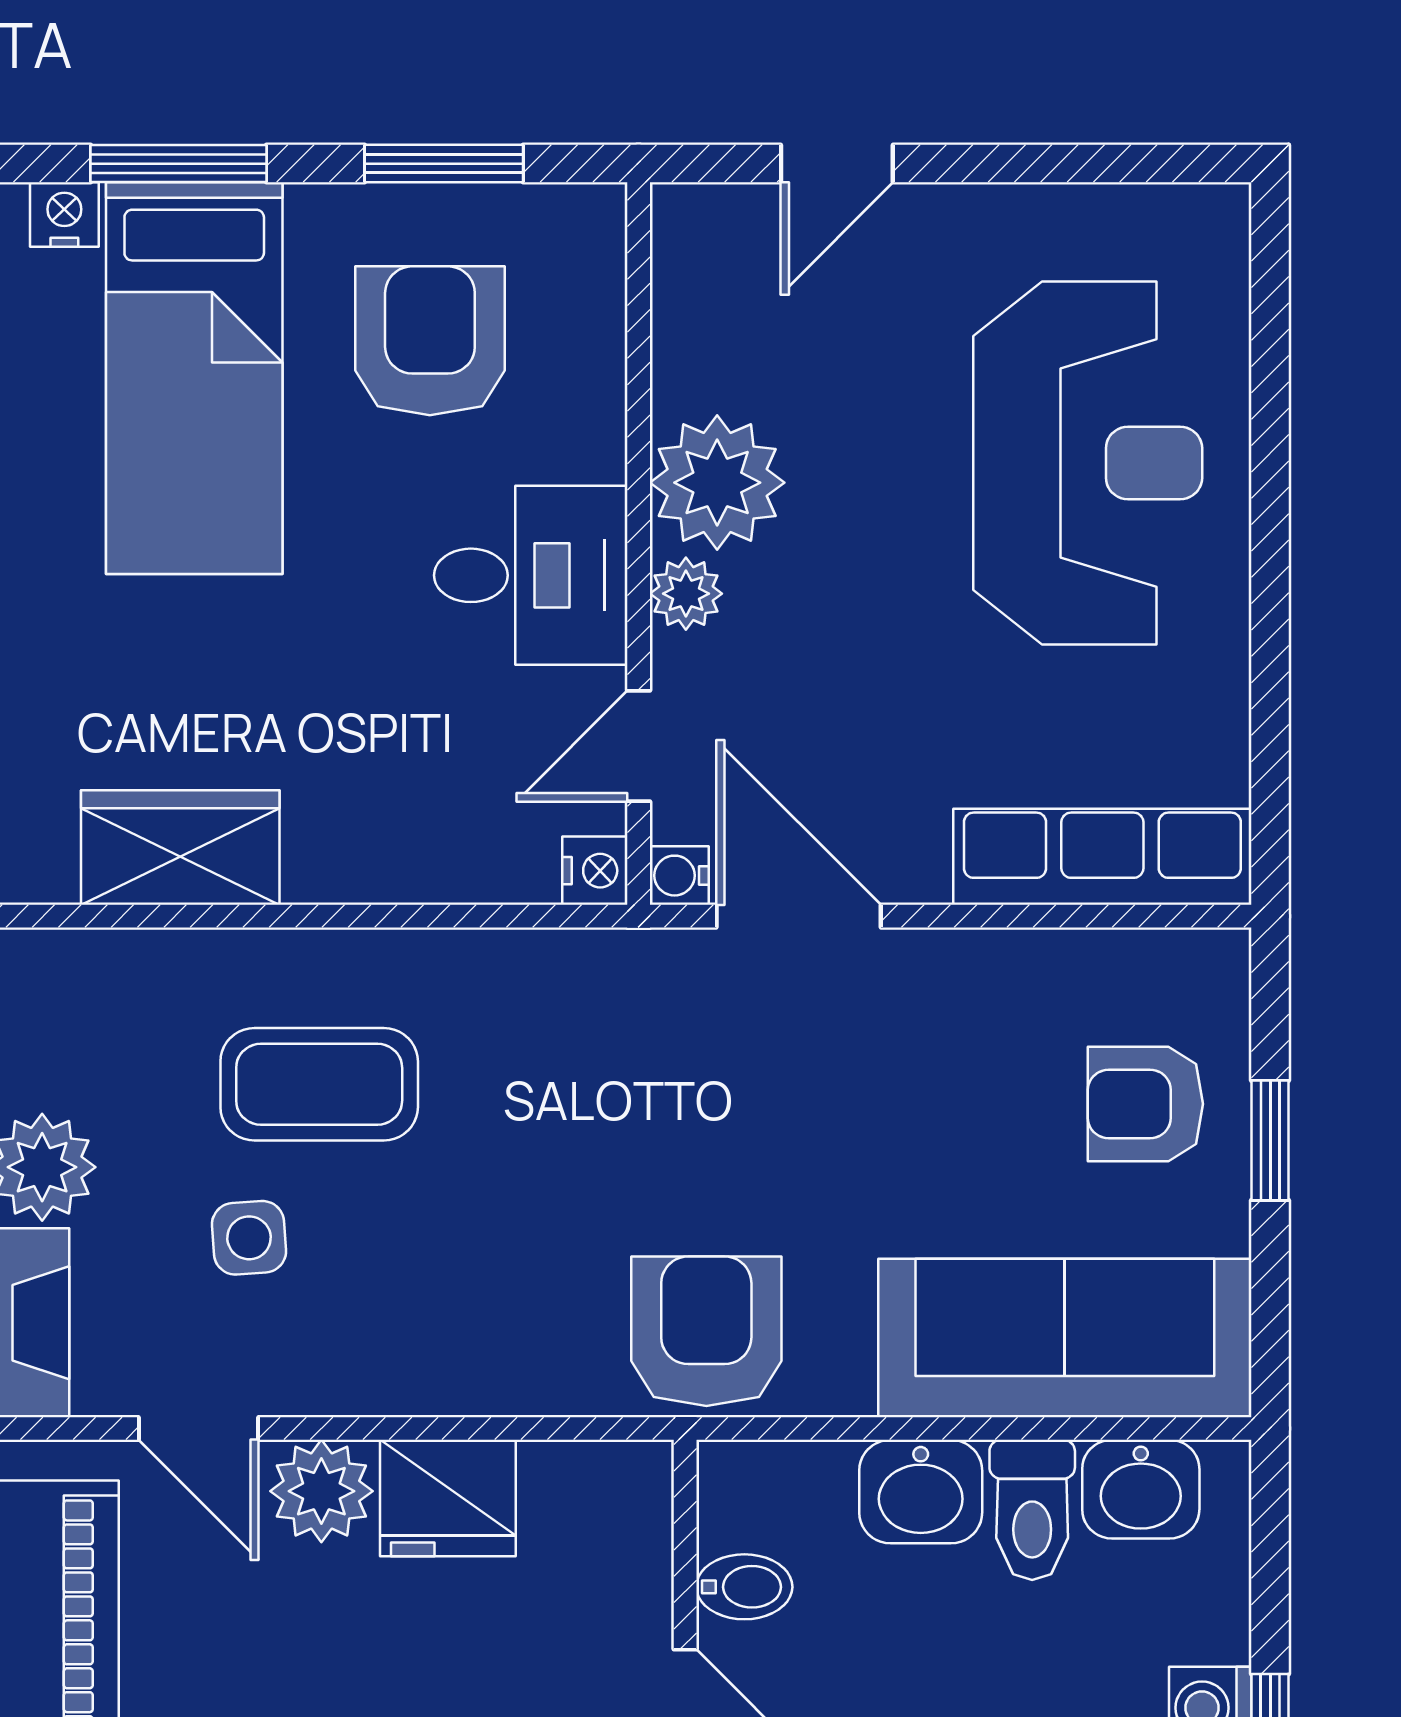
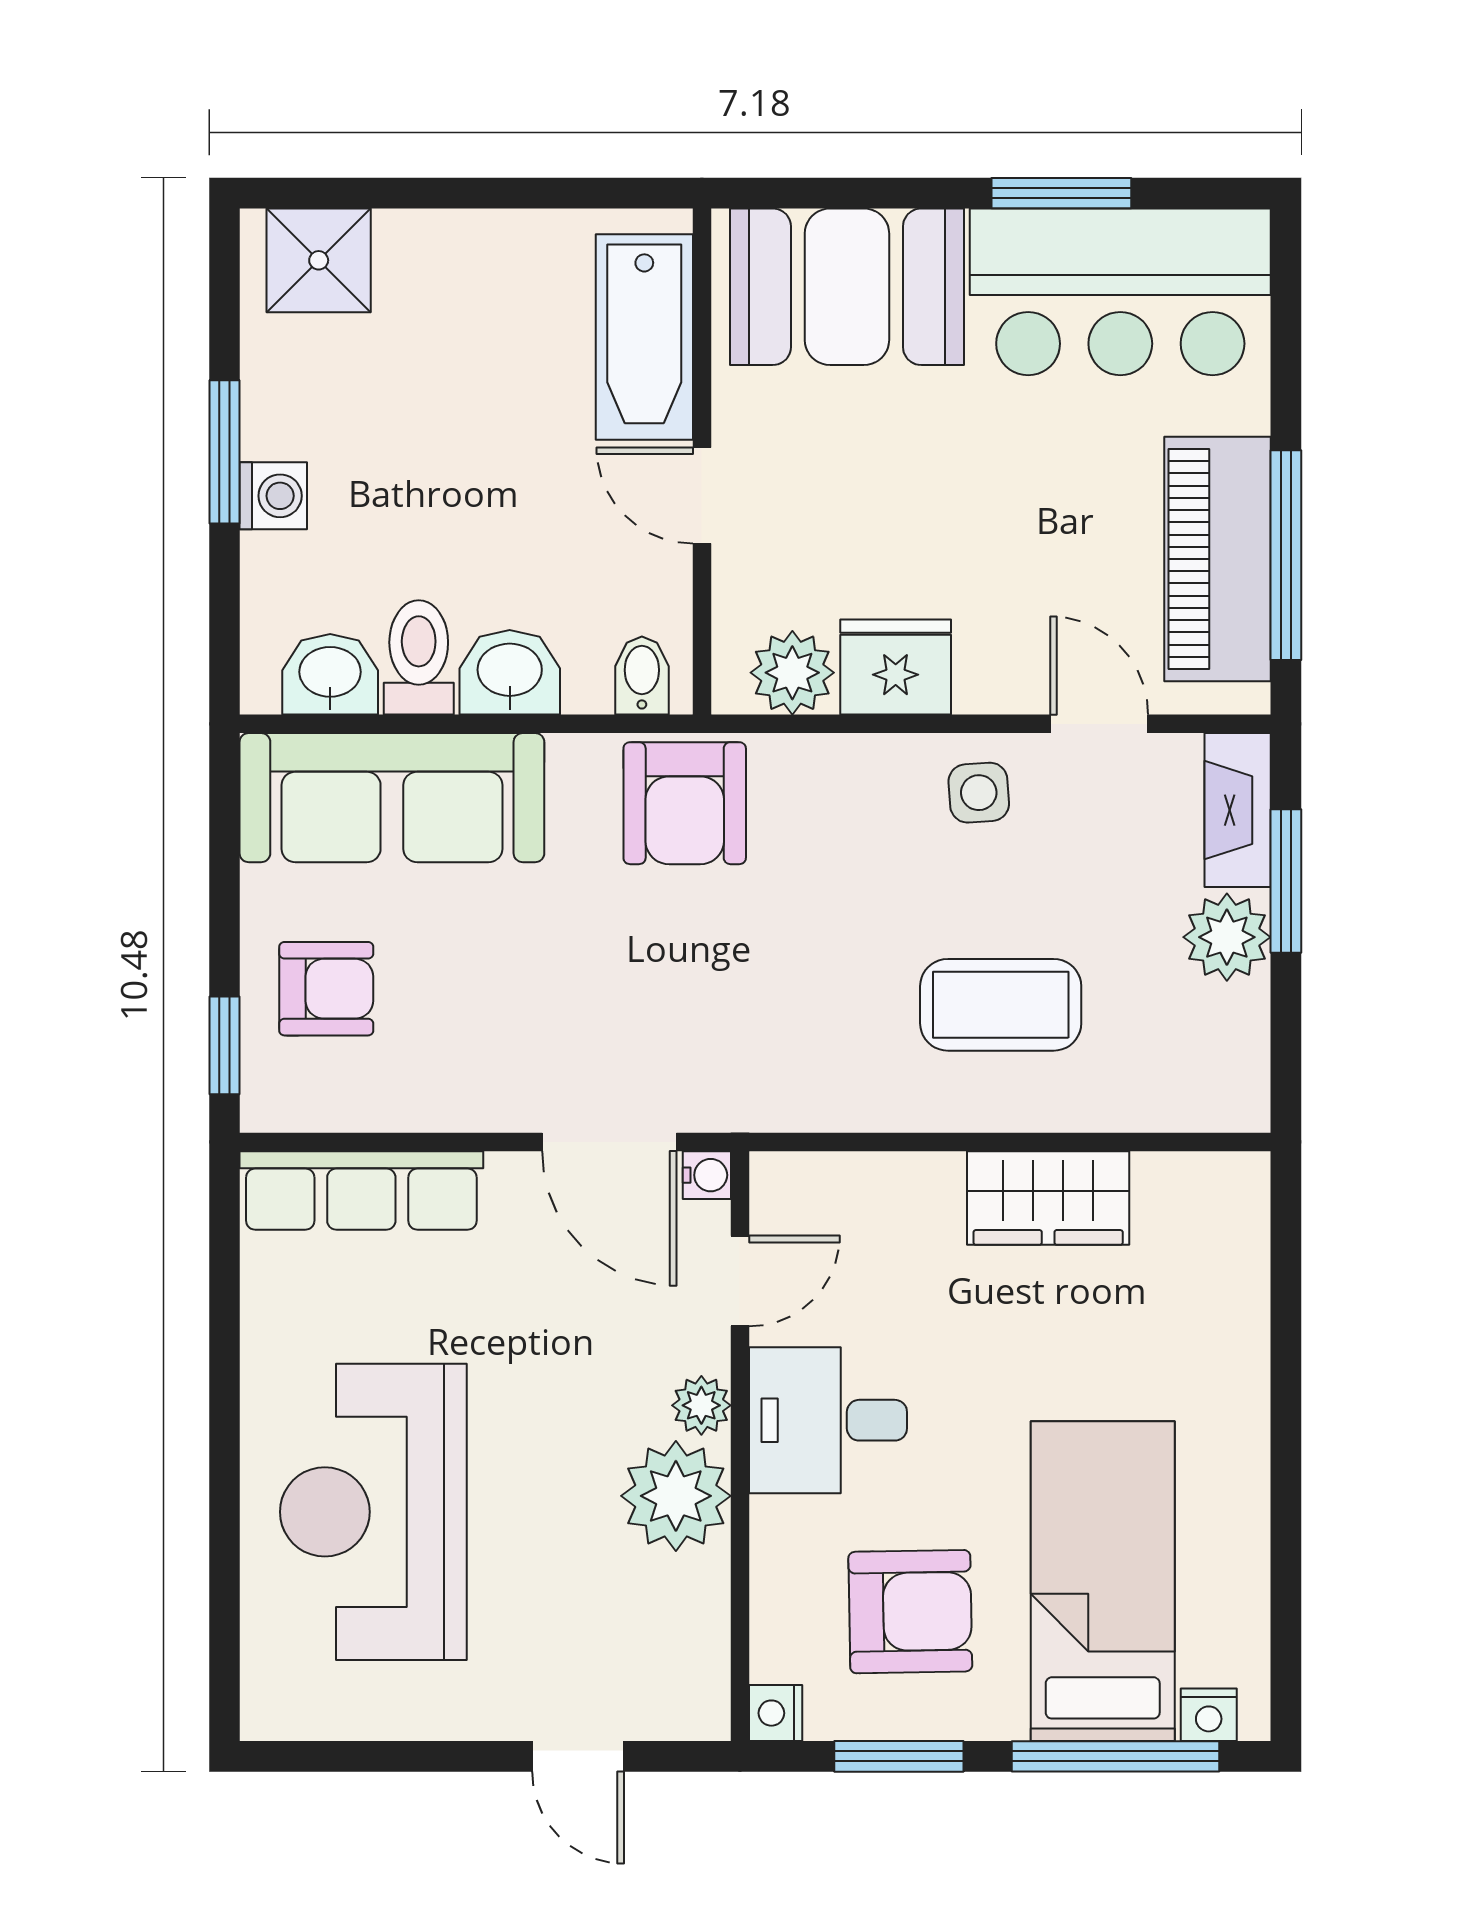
window: (179, 164) -> (1115, 1756), width x1.44
door: (837, 164) -> (578, 1756), swing flipped
armchair: (430, 341) -> (910, 1612), turned -91
wardrobe: (180, 848) -> (1048, 1198), moved
nightstand: (595, 871) -> (776, 1713), moved
window: (1270, 1140) -> (224, 1045), moved
side table: (249, 1238) -> (979, 793), moved
plant: (321, 1491) -> (792, 673), moved
bidet: (744, 1587) -> (642, 675), moved, turned 90

